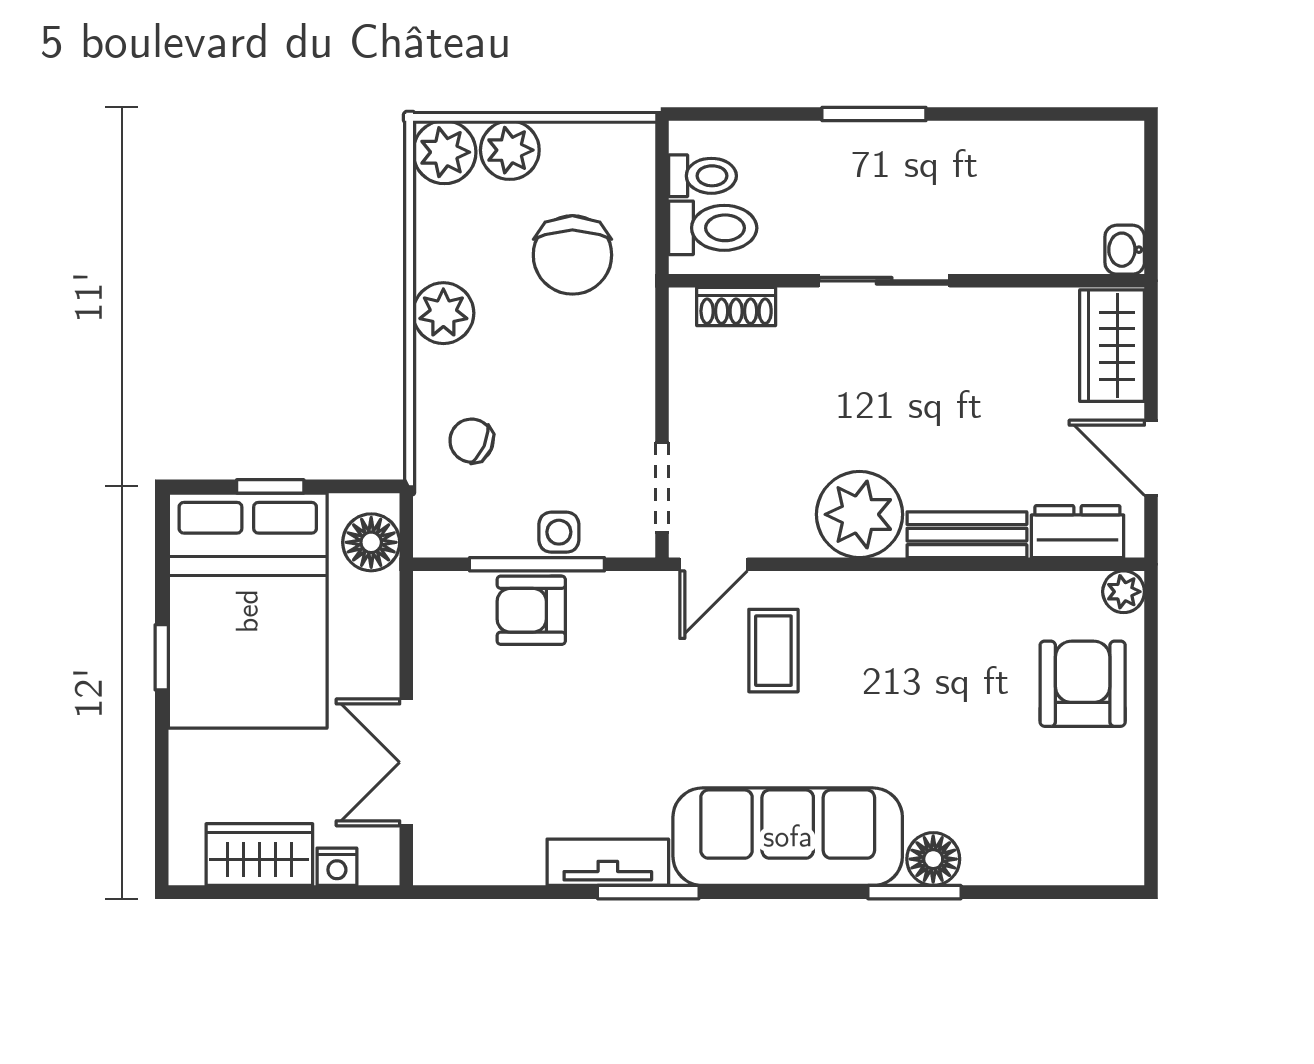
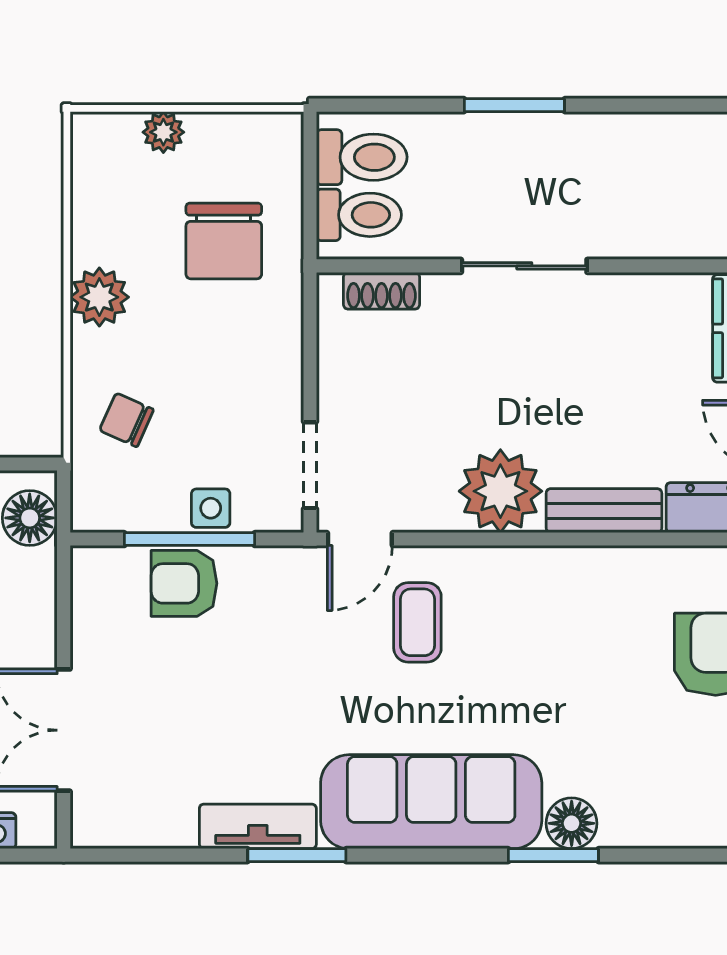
plant: (510, 150) -> (163, 132), width x0.73, depth x0.73
plant: (444, 152) -> (100, 142), removed
toilet: (703, 176) -> (362, 157), width x1.37, depth x1.39

